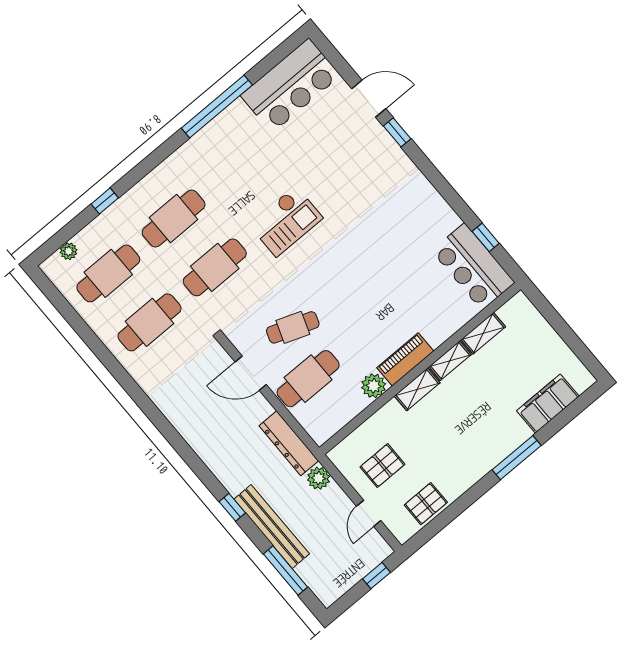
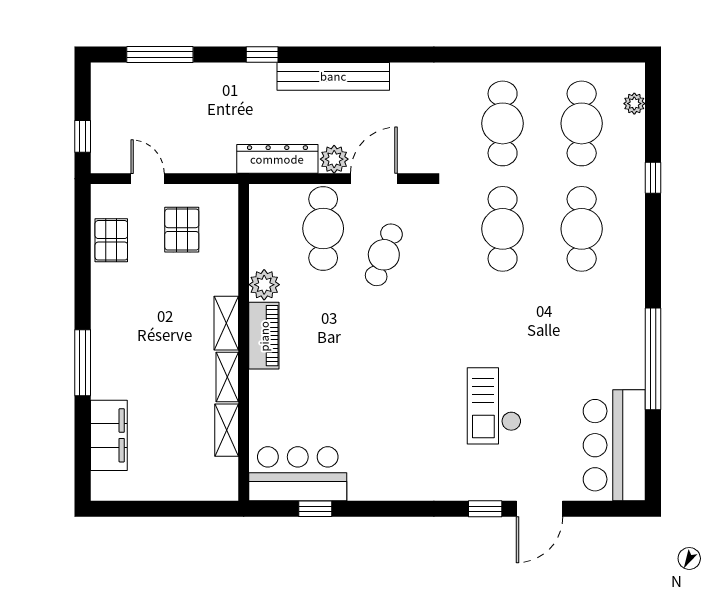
checkout: (286, 221) -> (494, 406), moved
plant: (319, 478) -> (334, 159), moved
bench: (272, 526) -> (333, 76), moved

